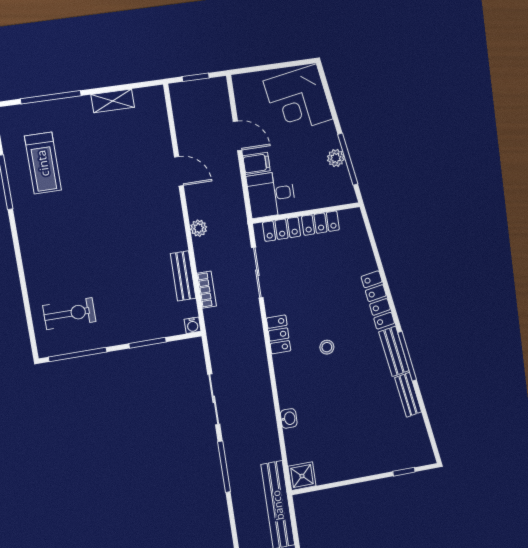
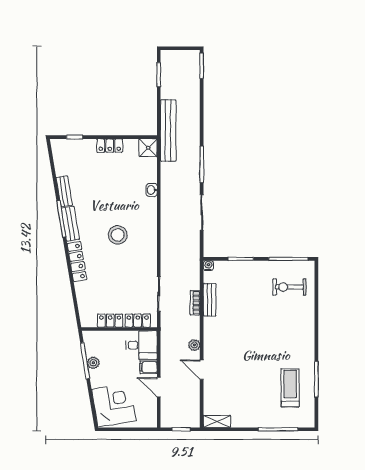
shelving: (113, 101) -> (217, 421), moved
plant: (199, 228) -> (194, 345), moved
bookcase: (207, 290) -> (195, 303), moved
locker: (279, 334) -> (110, 146), moved, turned -90
stool: (327, 347) -> (118, 235), width x1.89, depth x1.89

